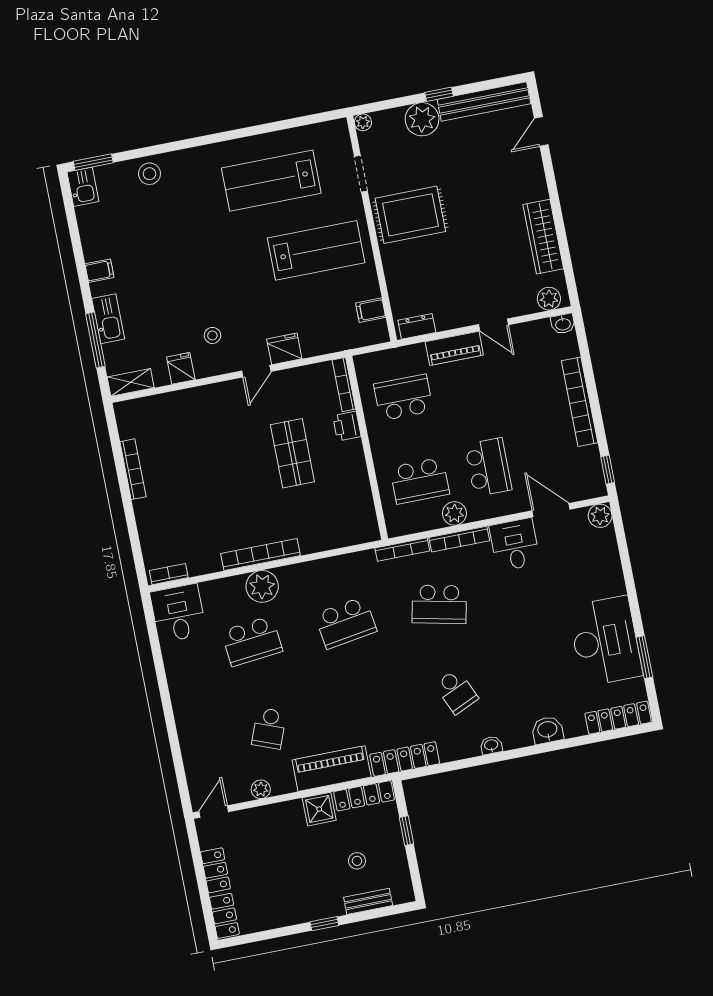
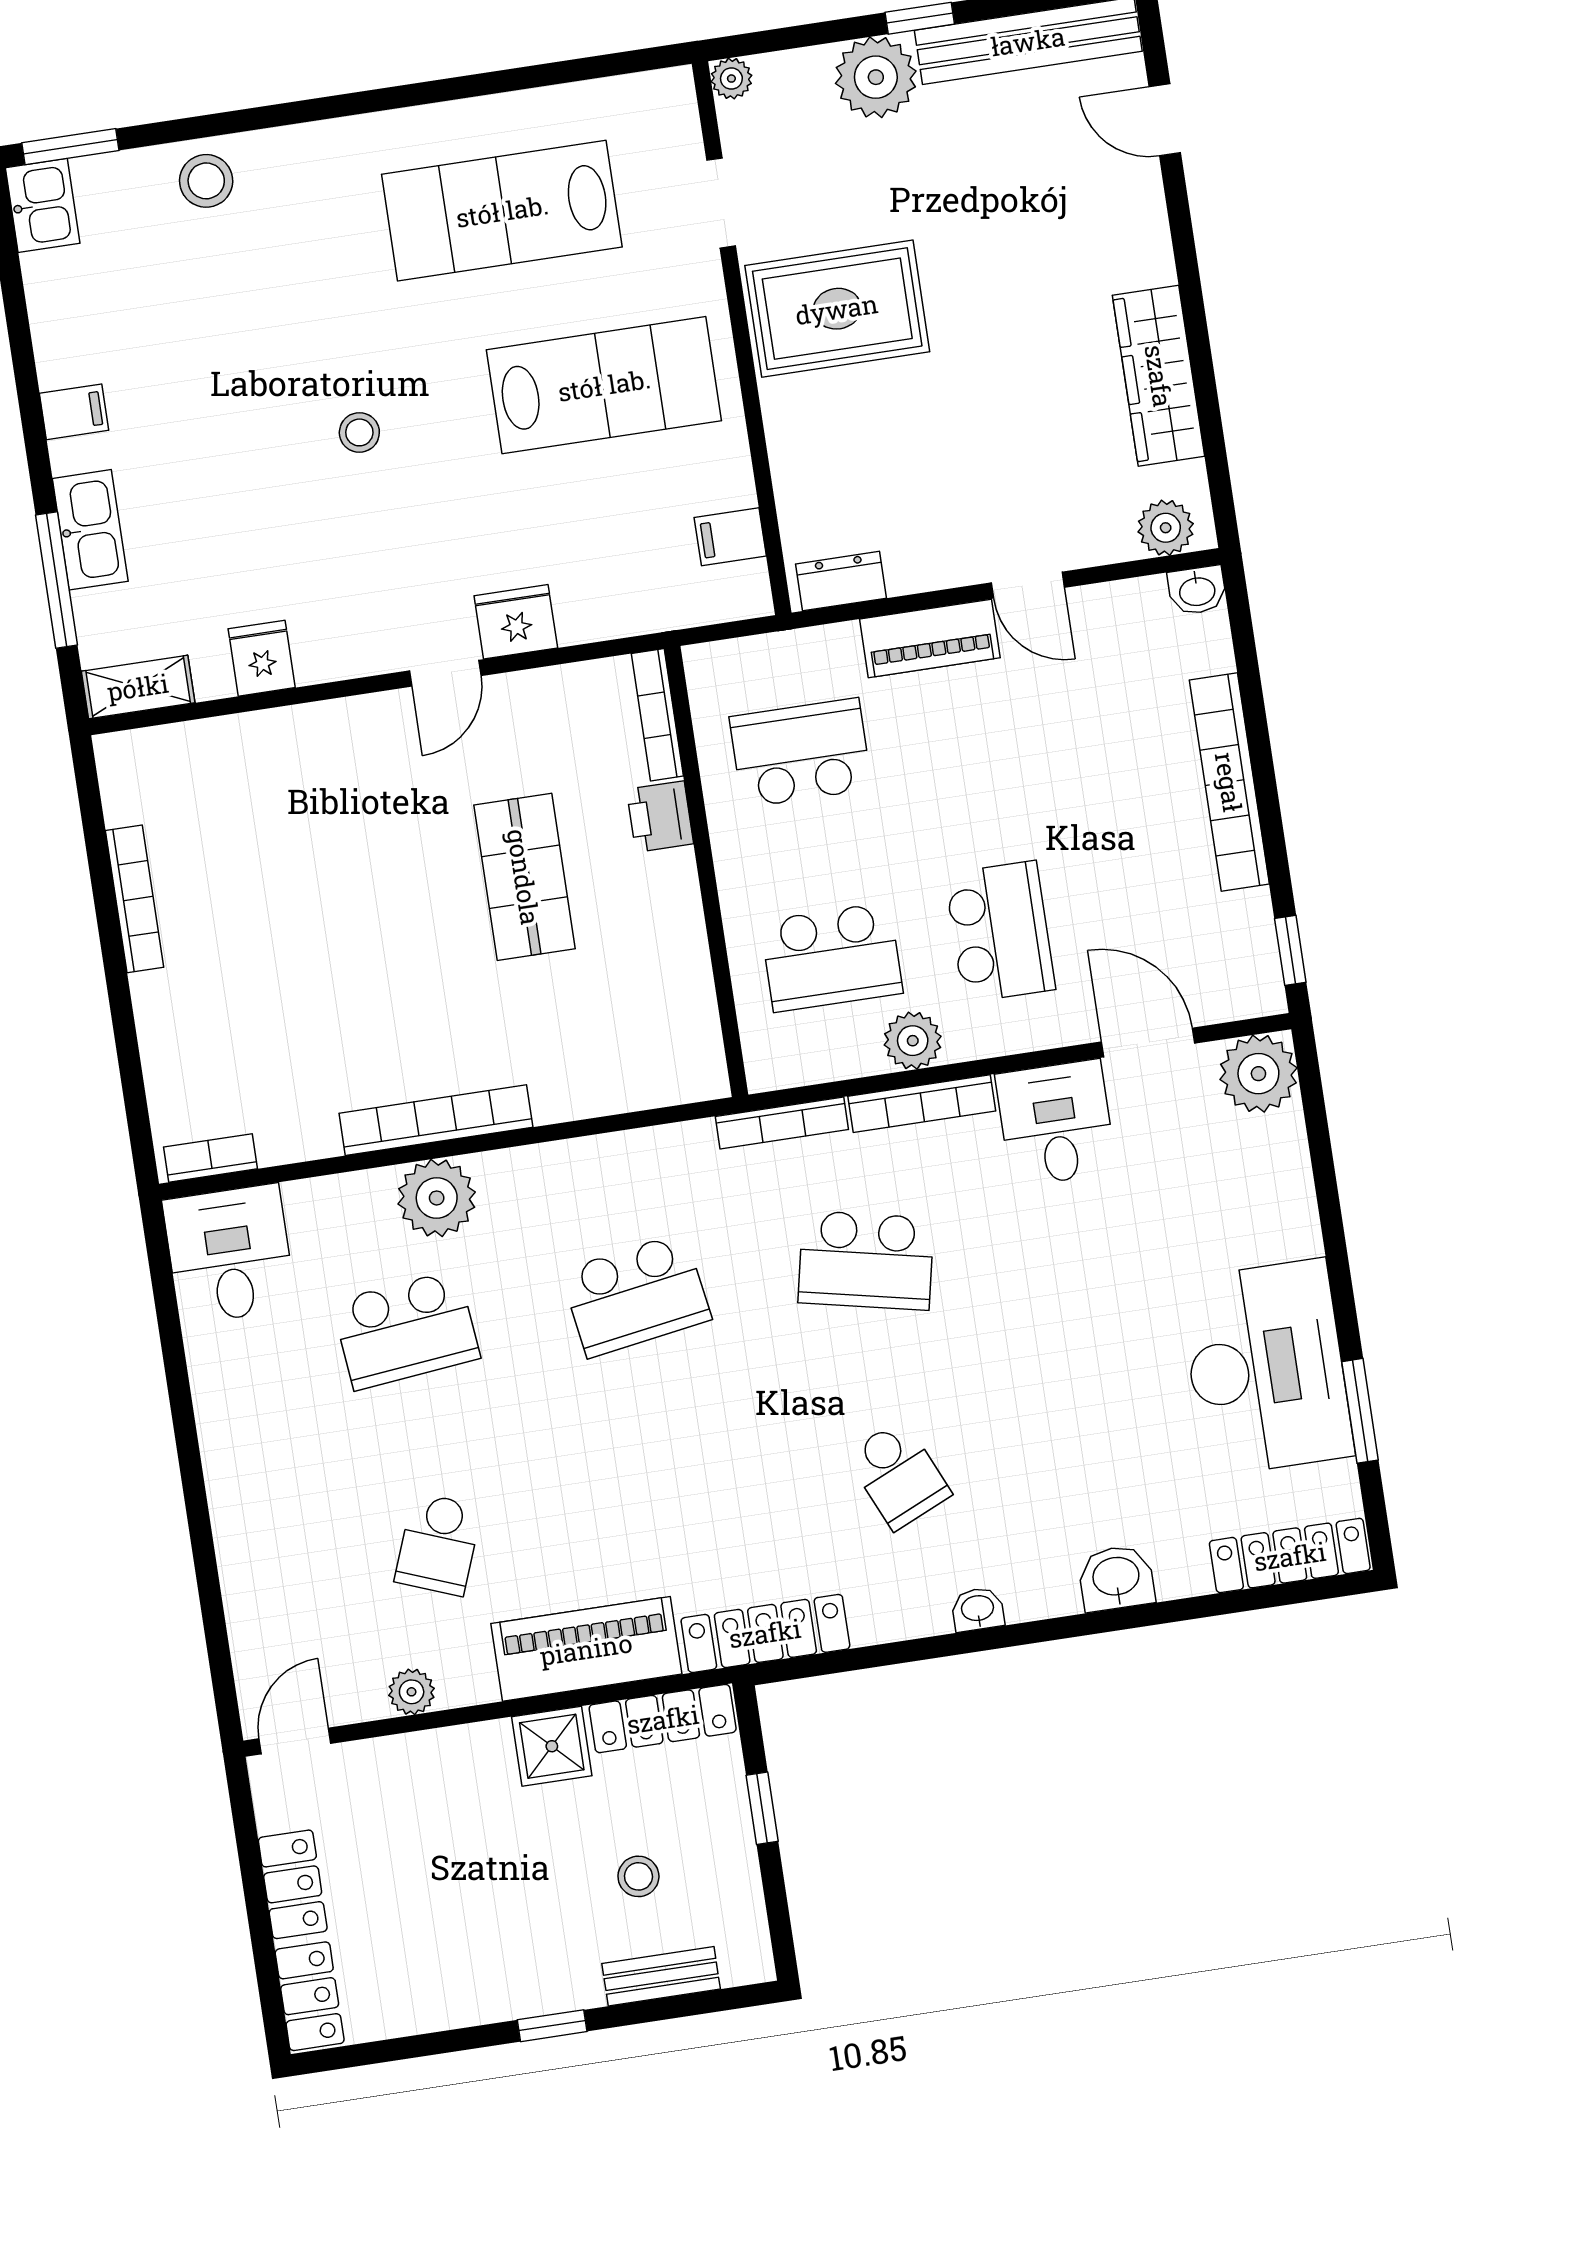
door: (541, 132) -> (1165, 120), hinge flipped
stool: (212, 335) -> (359, 432), moved
plant: (600, 516) -> (1258, 1074), width x1.36, depth x1.36

